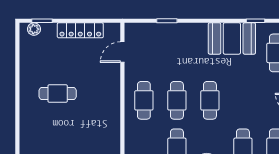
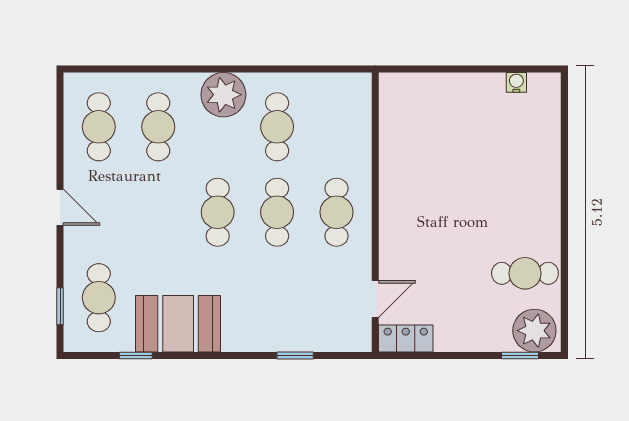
plant: (34, 29) -> (534, 331), width x1.87, depth x1.87
locker: (80, 30) -> (406, 338), moved, width x0.66
cafe table: (58, 94) -> (525, 273), moved

